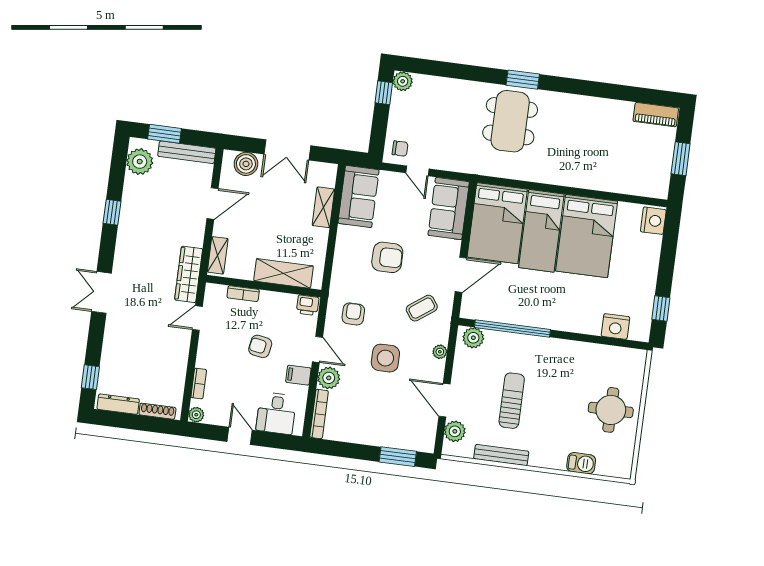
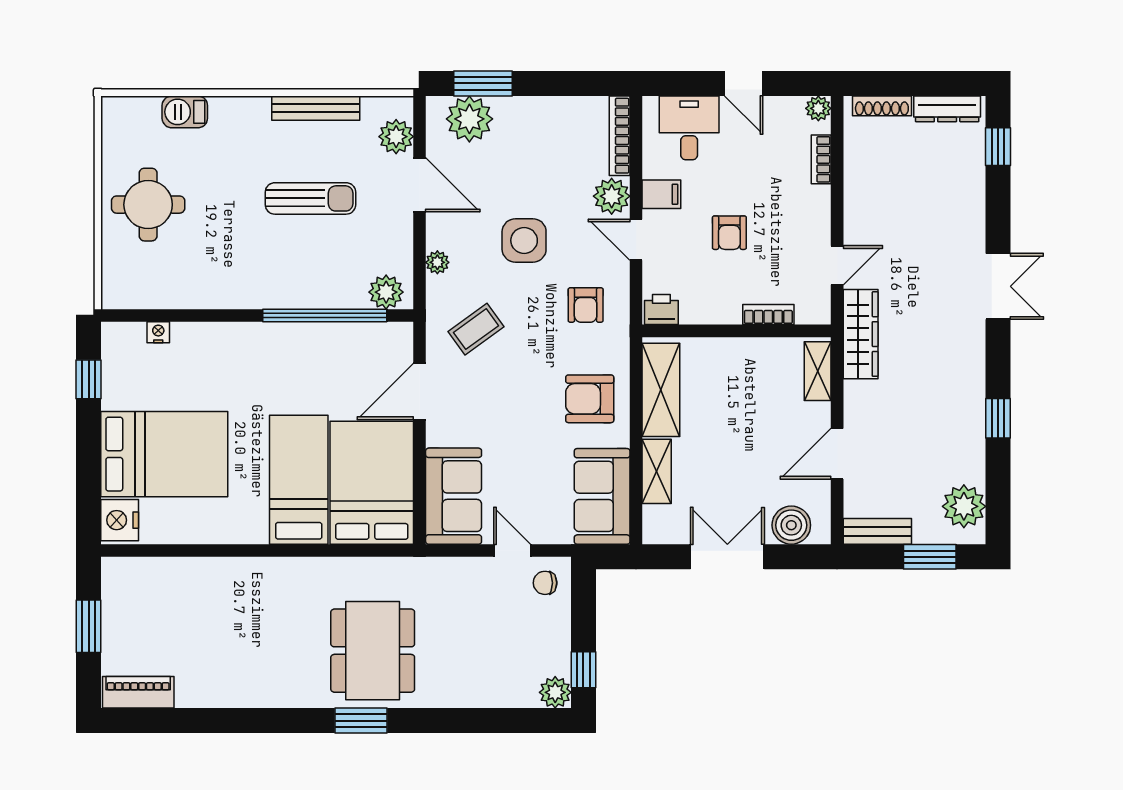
bench: (187, 152) -> (877, 531), width x0.73
bed: (587, 236) -> (164, 454), moved, turned 90
armchair: (387, 257) -> (590, 399), moved
shelving: (284, 273) -> (661, 390), moved, turned 90
nightstand: (615, 327) -> (158, 332), width x0.53, depth x0.56
armchair: (260, 346) -> (729, 233), turned 80
sun lounger: (512, 401) -> (310, 198), turned -90
plant: (409, 436) -> (469, 119), added

